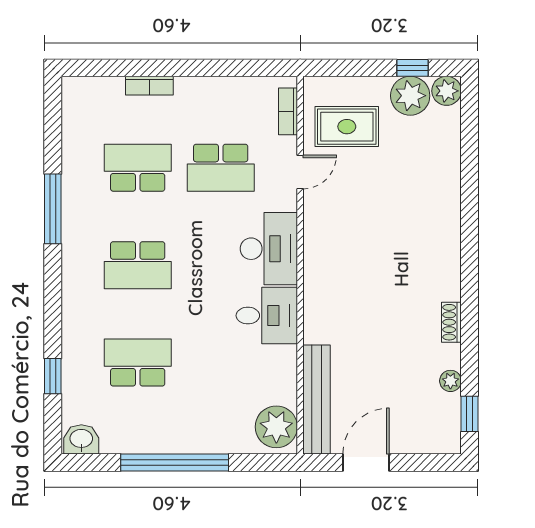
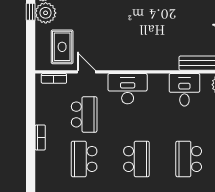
bookcase: (149, 86) -> (40, 137), moved
desk: (267, 316) -> (184, 90), moved

